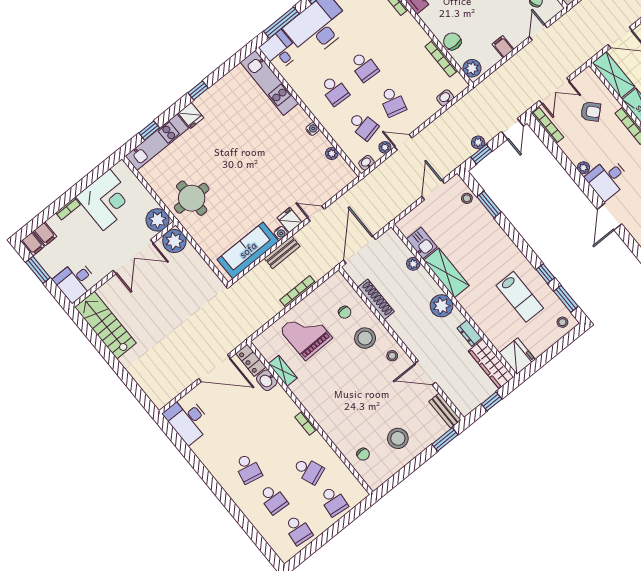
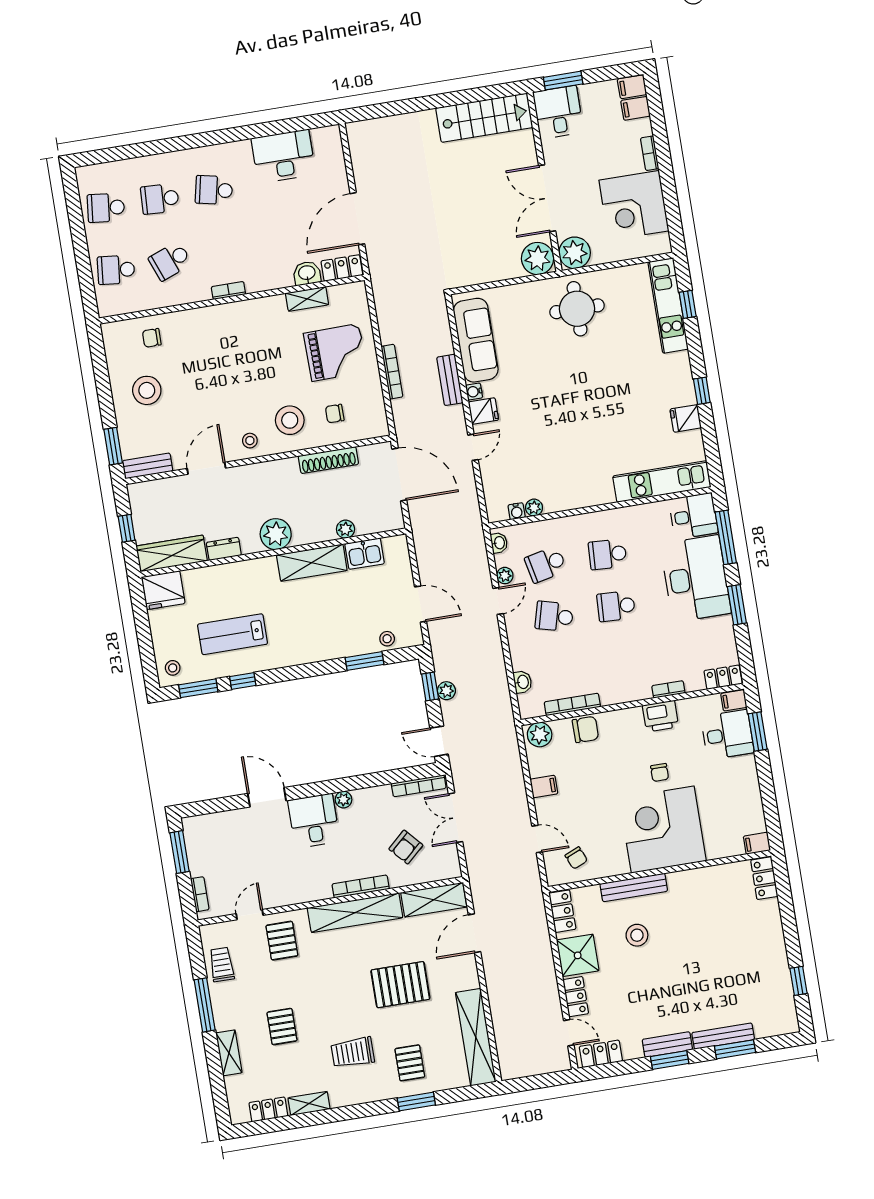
fridge: (191, 115) -> (686, 418), moved
water cooler: (313, 129) -> (517, 511), moved
window: (38, 270) -> (563, 81), moved
desk: (188, 420) -> (283, 156), moved

